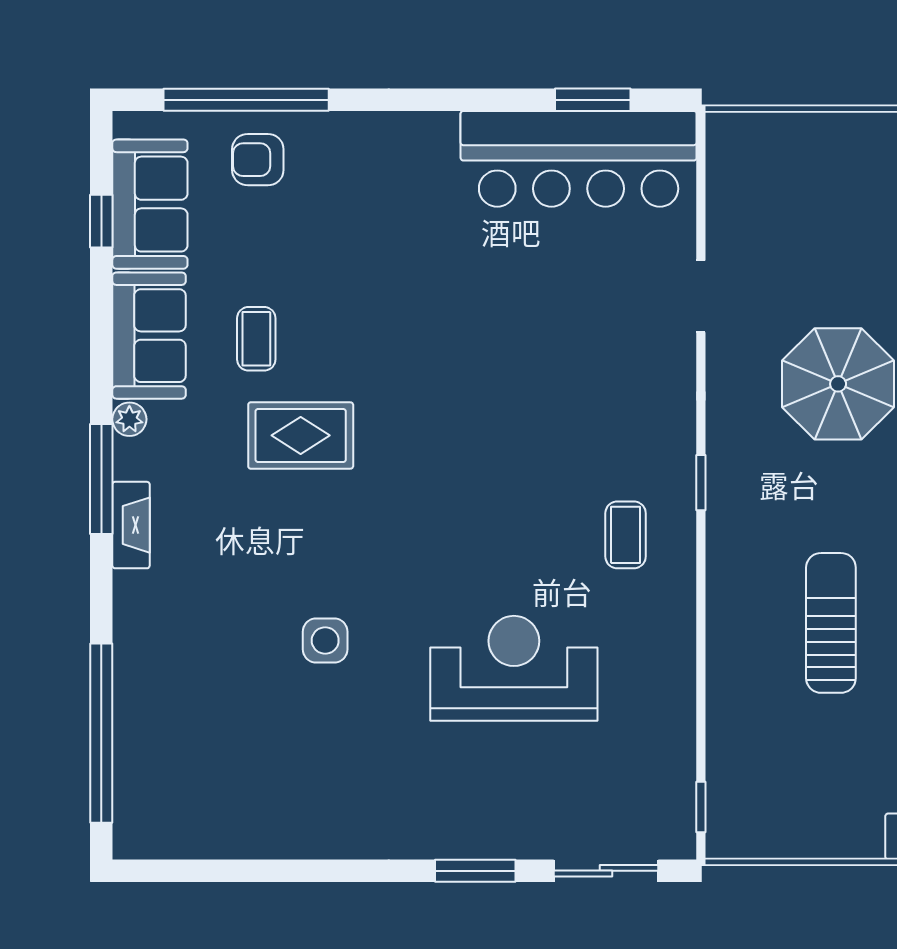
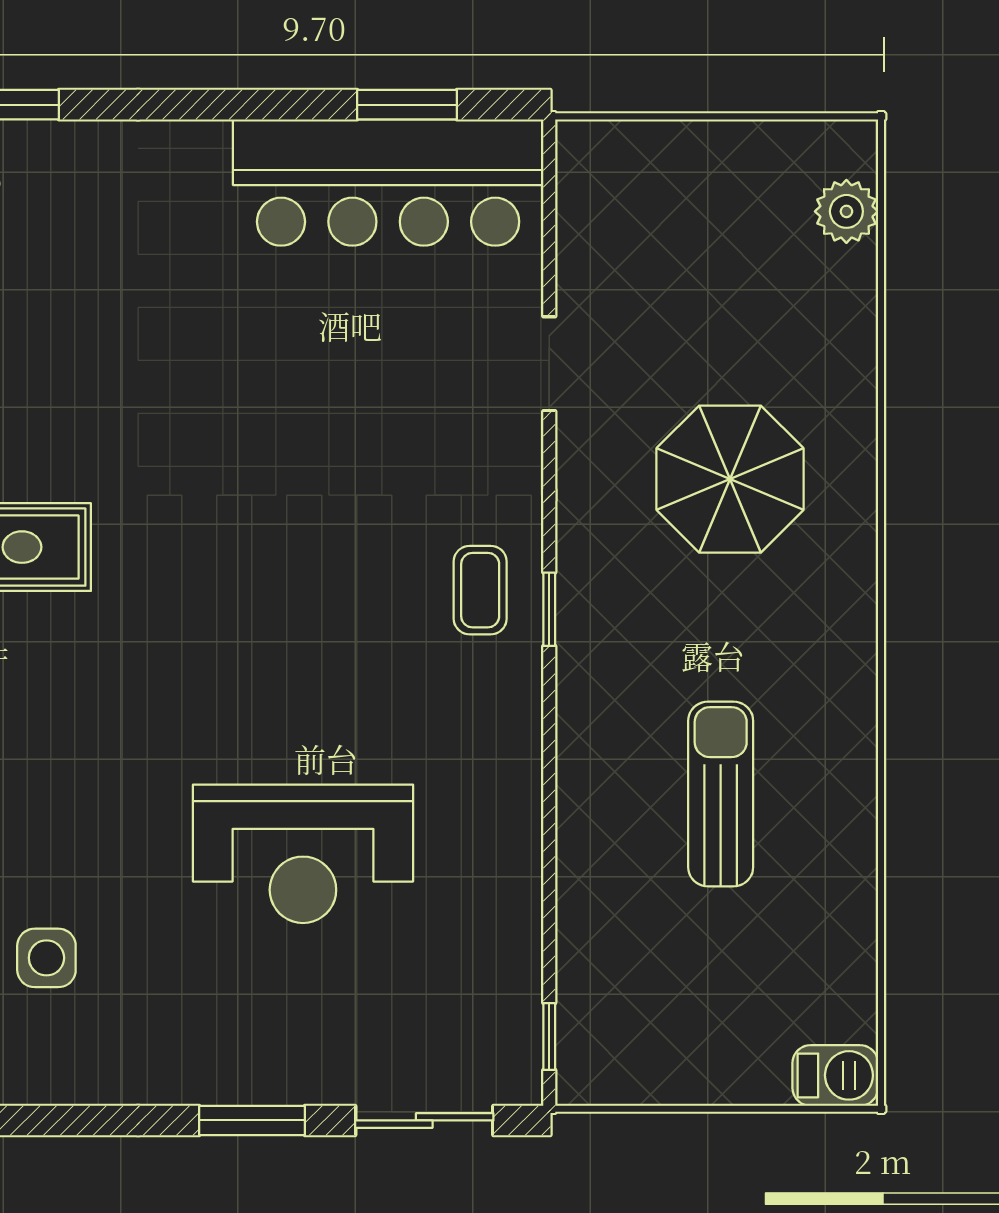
coffee table: (626, 535) -> (480, 590), moved
side table: (325, 640) -> (46, 958), moved
reception desk: (514, 668) -> (303, 854), turned 180

